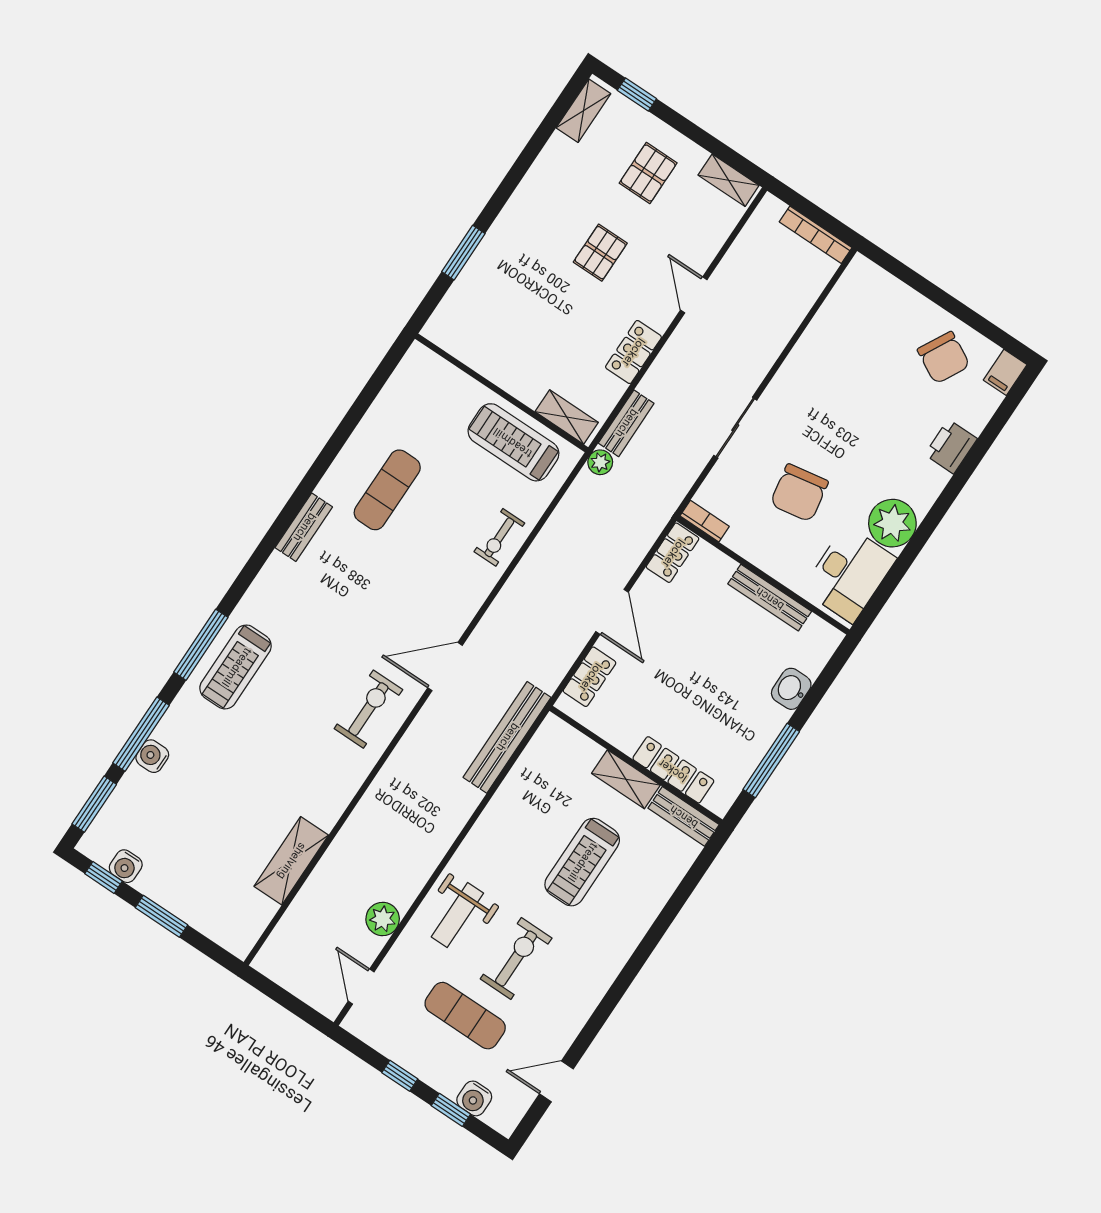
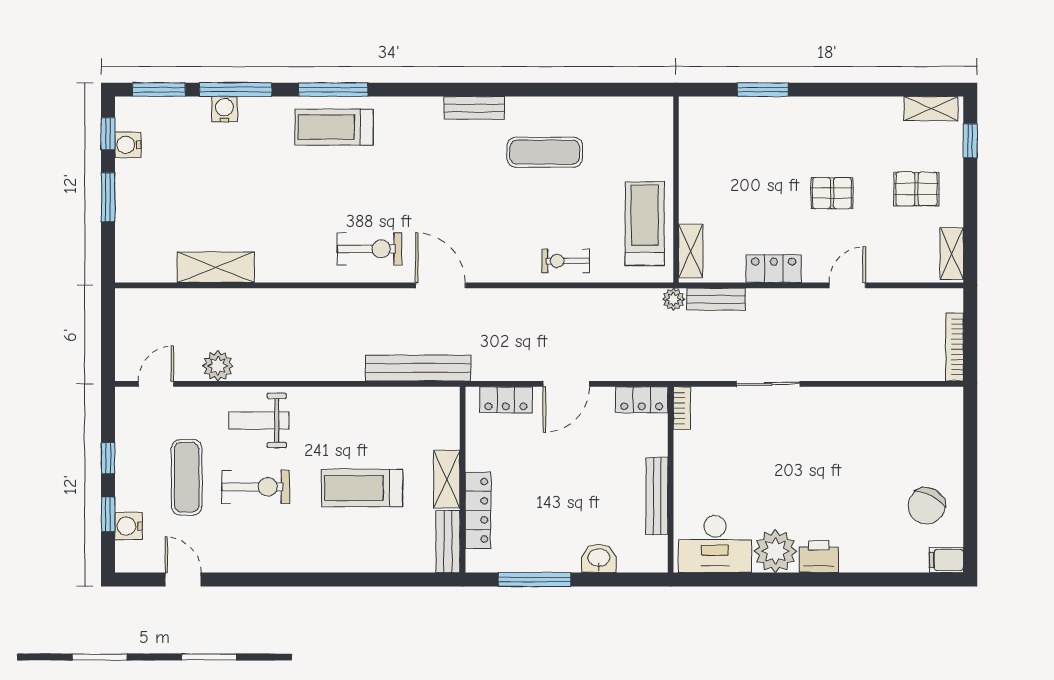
printer: (951, 447) -> (819, 557), moved
chair: (799, 493) -> (751, 465), removed

